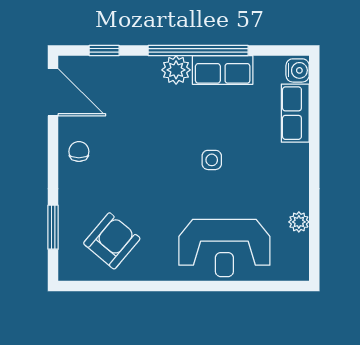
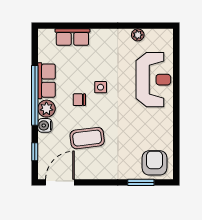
water cooler: (298, 70) -> (45, 125), moved, turned -90
coffee table: (127, 138) -> (87, 138), added
chair: (79, 151) -> (79, 100), moved
armchair: (112, 241) -> (155, 163), moved, turned 50

